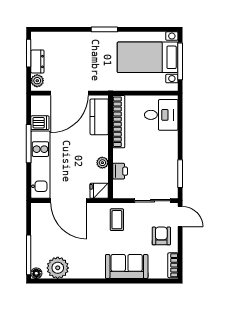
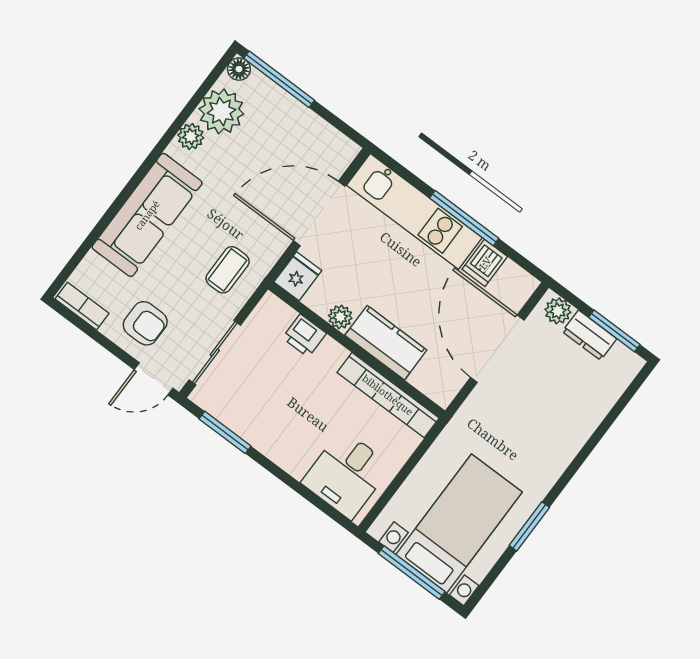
window: (104, 29) -> (529, 526), moved
kitchen counter: (99, 117) -> (386, 343), moved
coffee table: (117, 220) -> (228, 270), turned 90
sofa: (127, 267) -> (147, 215), width x1.36
plant: (76, 272) -> (191, 136), added

